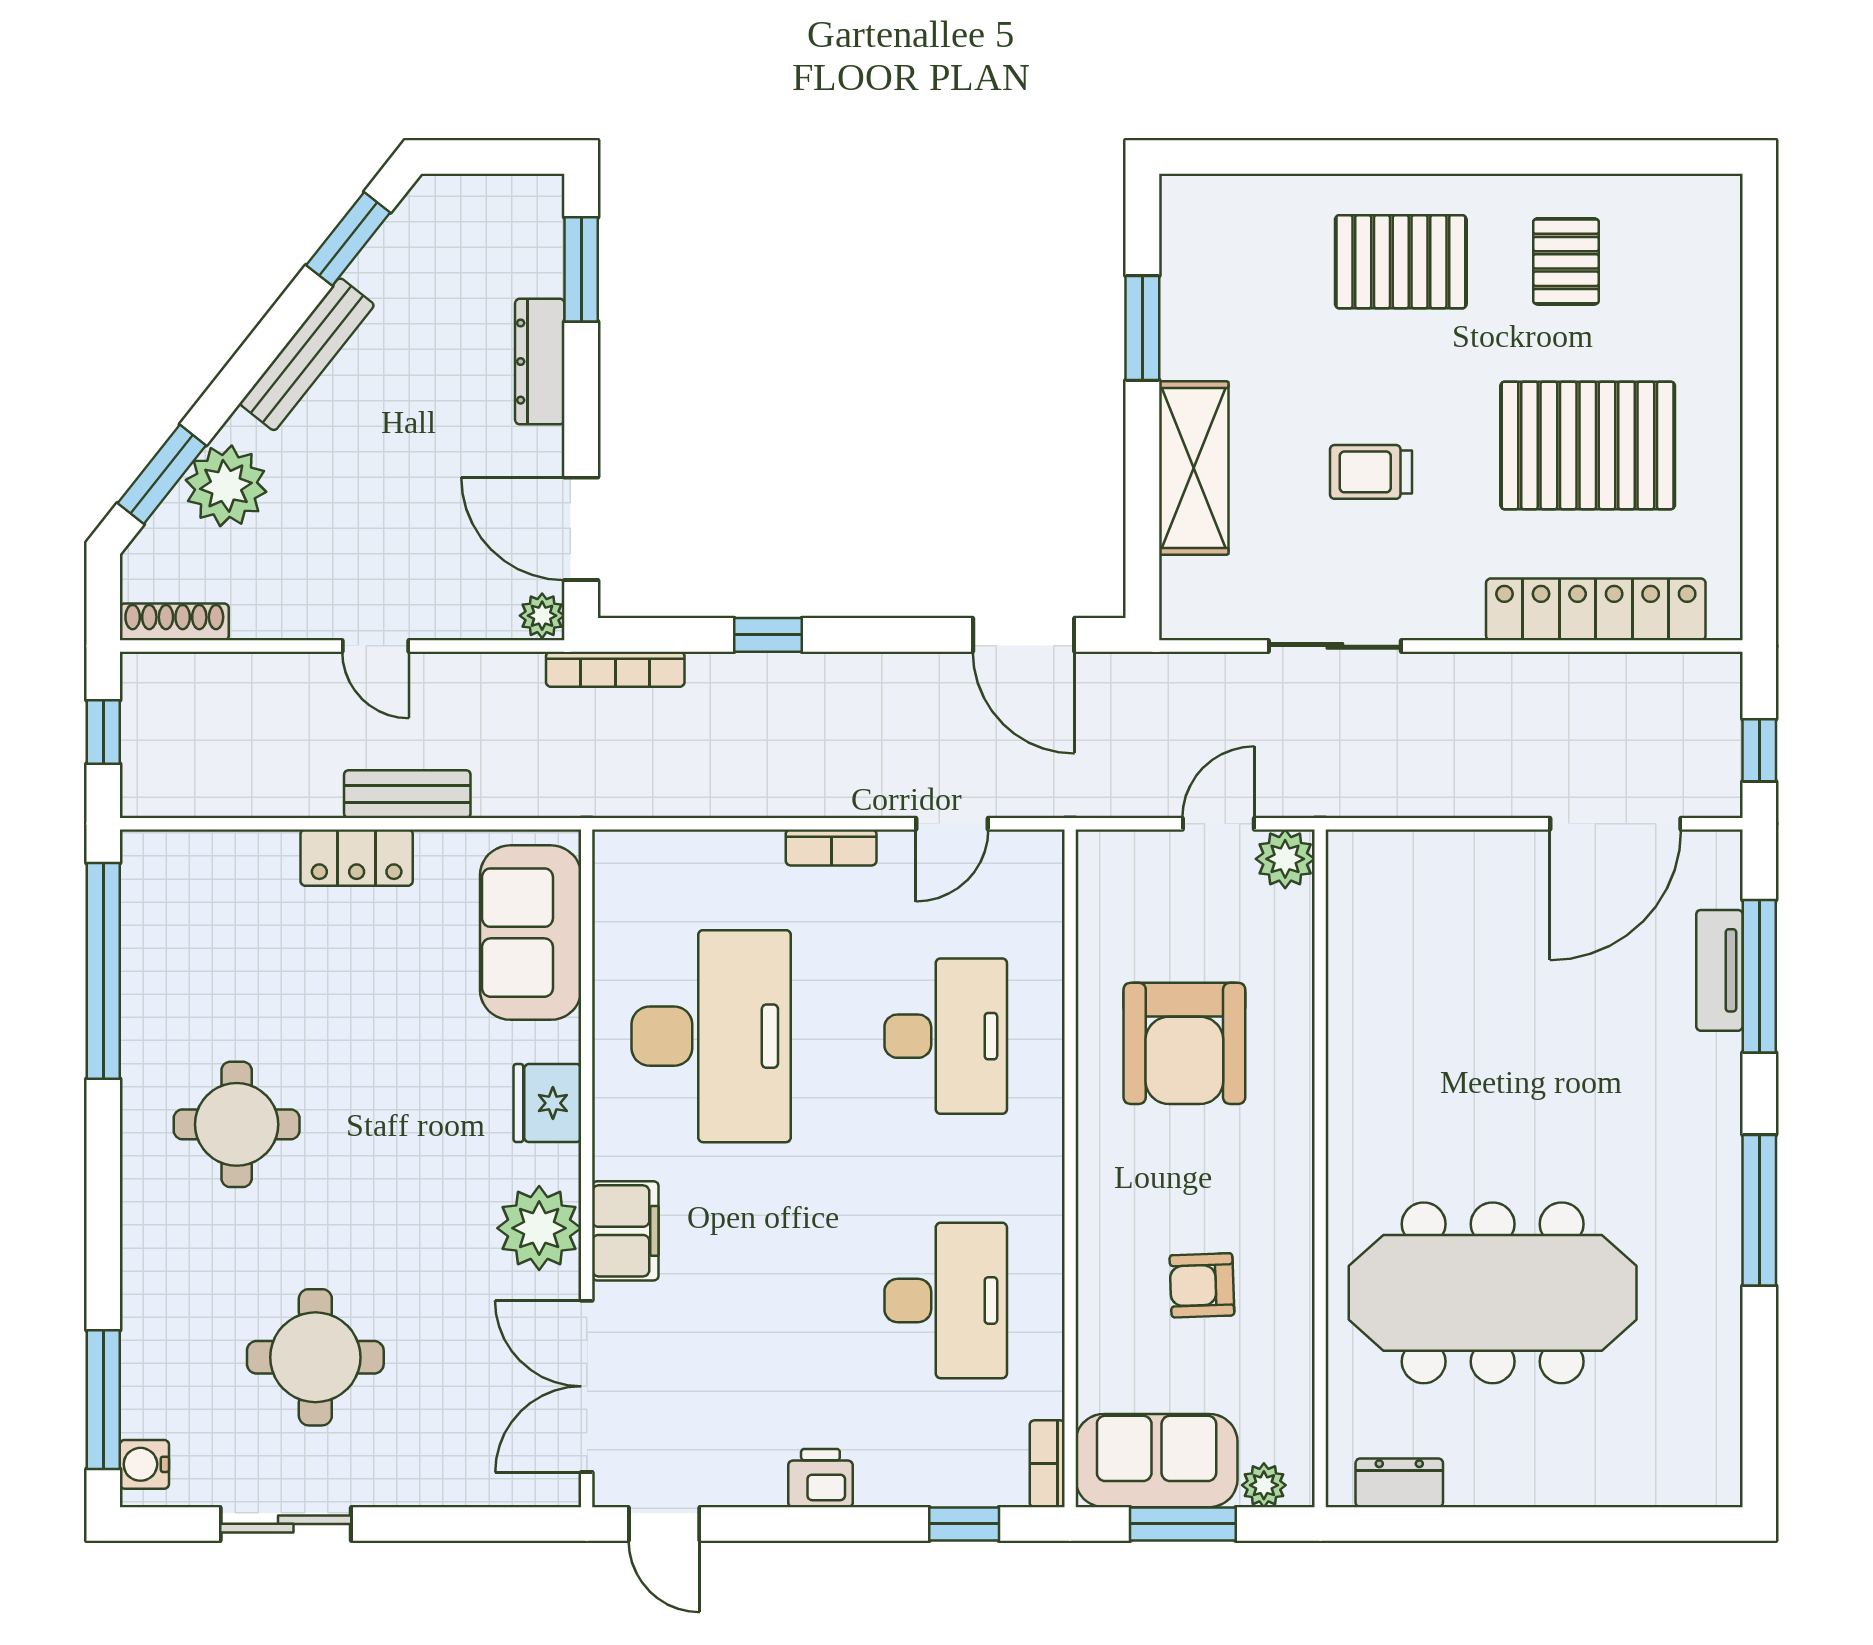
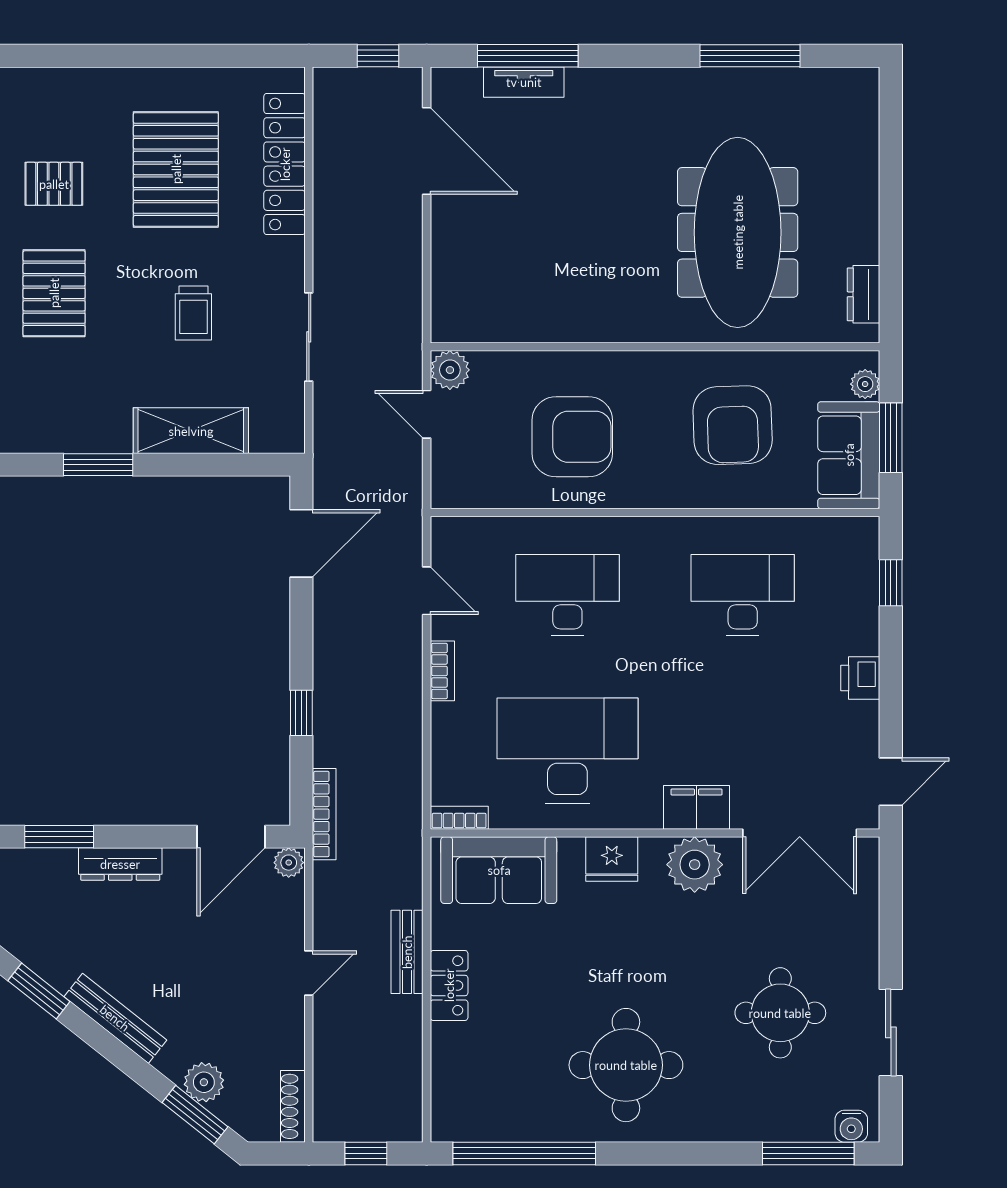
plant: (226, 486) -> (204, 1082), width x0.73, depth x0.73
round table: (237, 1124) -> (626, 1065), width x1.36, depth x1.36
window: (1759, 1210) -> (750, 56), moved
armchair: (1202, 1285) -> (733, 425), width x1.88, depth x1.88
bookcase: (1047, 1464) -> (459, 818), moved, turned 180

